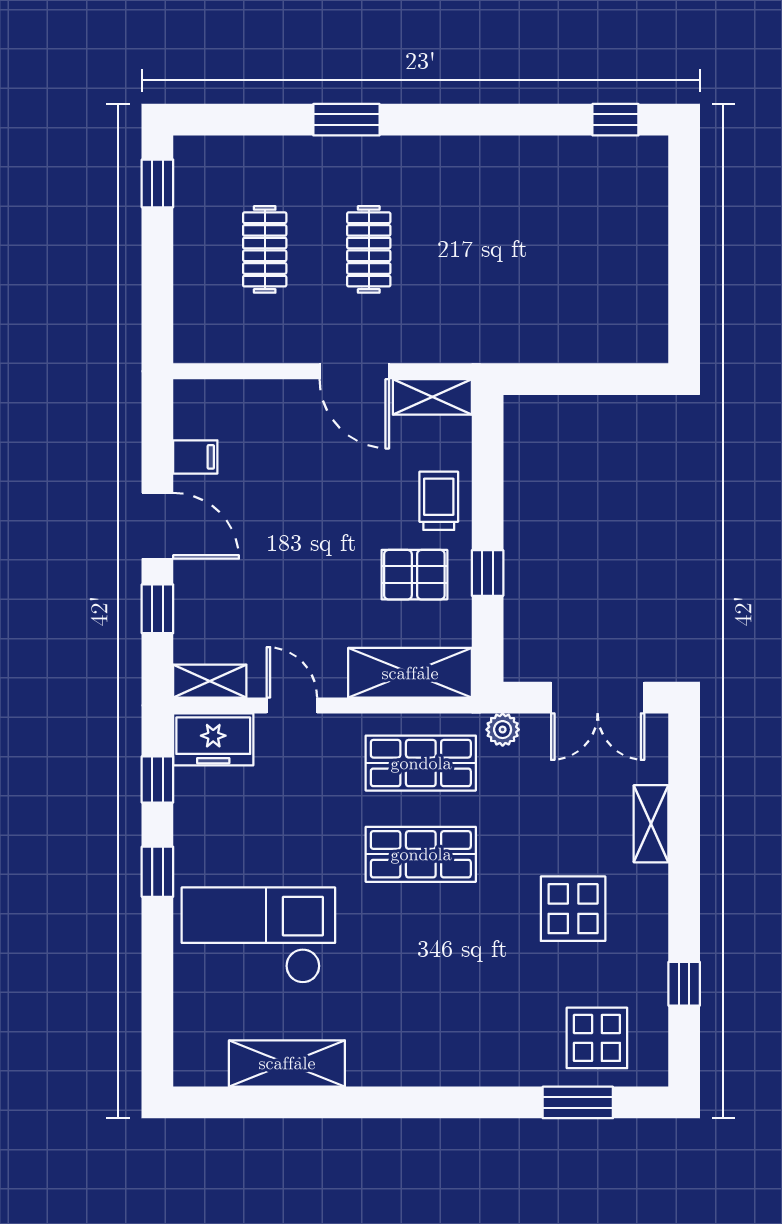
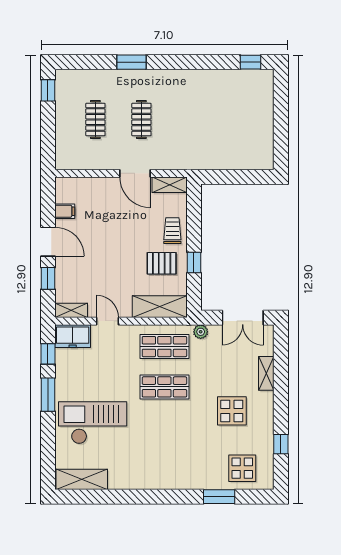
window: (157, 872) -> (48, 395), width x1.50
shelving: (287, 1063) -> (82, 479), moved
window: (578, 1102) -> (219, 497), moved

